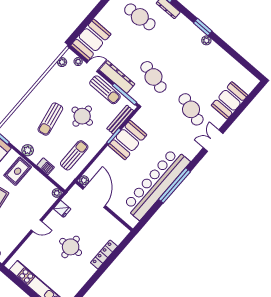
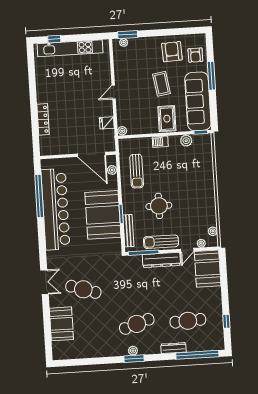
plant: (206, 40) -> (133, 351), moved
cafe table: (153, 77) -> (137, 324), moved, turned -33
sun lounger: (50, 119) -> (180, 181), removed
booth: (127, 140) -> (103, 215), width x1.36, depth x1.42
plant: (28, 150) -> (186, 141), moved
barbecue: (46, 166) -> (160, 142), moved
plant: (84, 180) -> (112, 170), moved
window: (174, 185) -> (39, 196), moved
round table: (71, 247) -> (73, 101), removed

